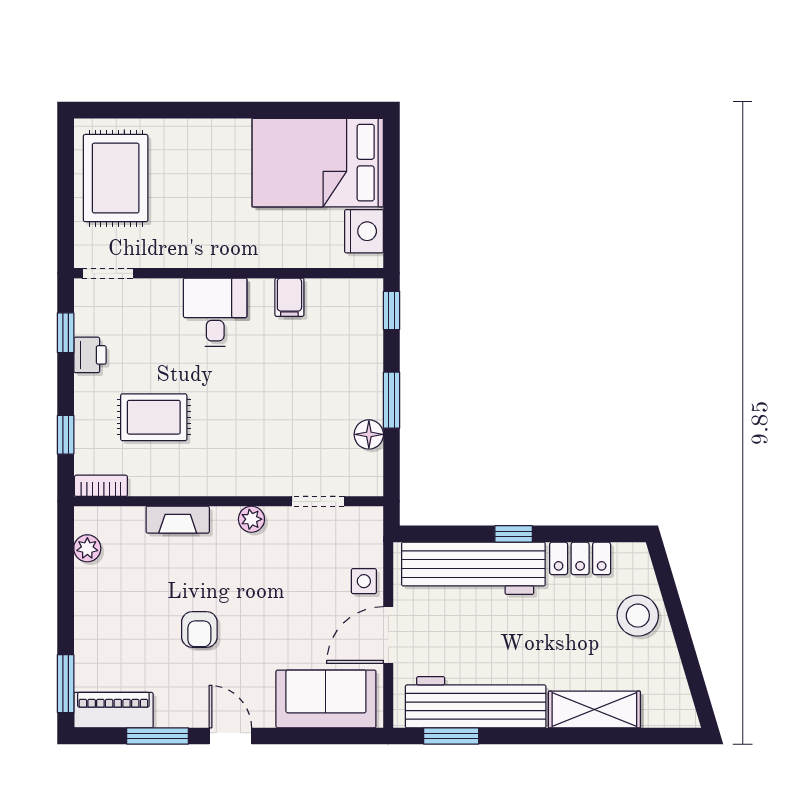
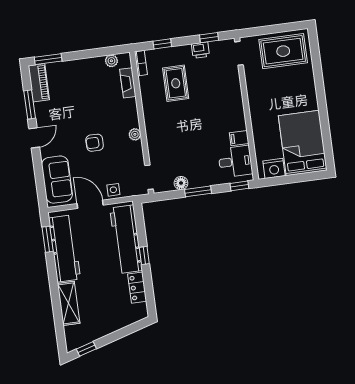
desk: (215, 312) -> (235, 161), moved
doorway: (318, 501) -> (149, 177), moved
fireplace: (178, 520) -> (128, 83), moved
stool: (638, 616) -> (114, 318), removed
armchair: (199, 630) -> (95, 143), moved
window: (697, 684) -> (86, 349), added

